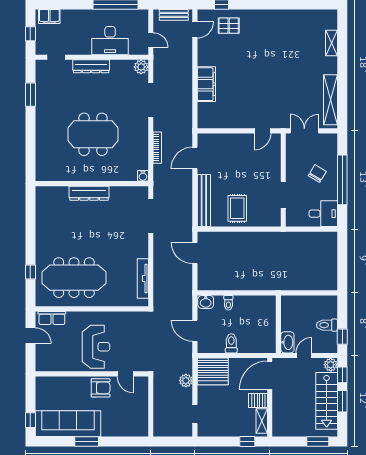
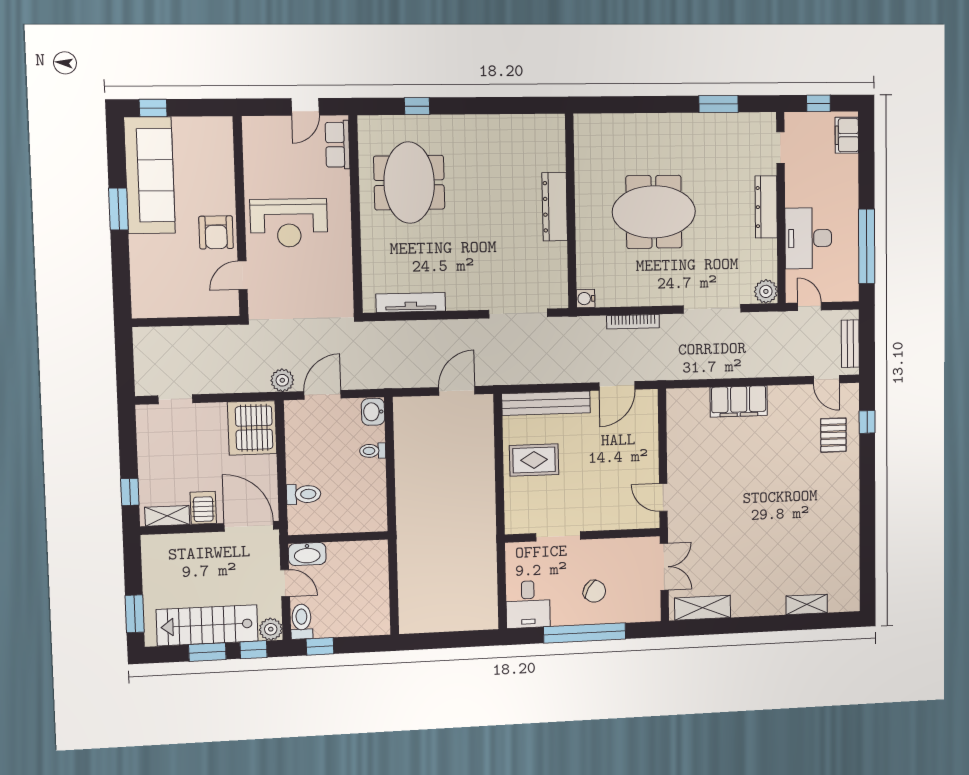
door: (151, 40) -> (809, 306), swing flipped
shelving: (330, 100) -> (703, 608), width x0.68
meeting table: (93, 134) -> (654, 212), turned 90
door: (195, 158) -> (617, 386), swing flipped
meeting table: (74, 278) -> (409, 183), width x0.73
toilet: (327, 325) -> (302, 622), moved
toilet: (231, 343) -> (304, 494), moved
plant: (186, 381) -> (282, 380), moved

